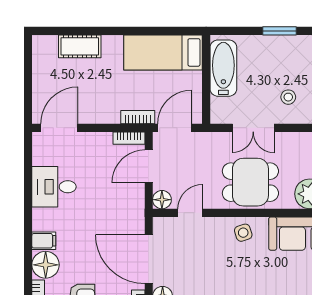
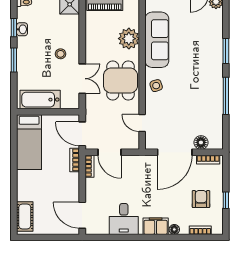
cot: (80, 46) -> (25, 216), moved
floor lamp: (162, 200) -> (133, 143), removed
filing cabinet: (44, 241) -> (156, 226), width x2.00
floor lamp: (46, 265) -> (174, 229), width x0.53, depth x0.53

